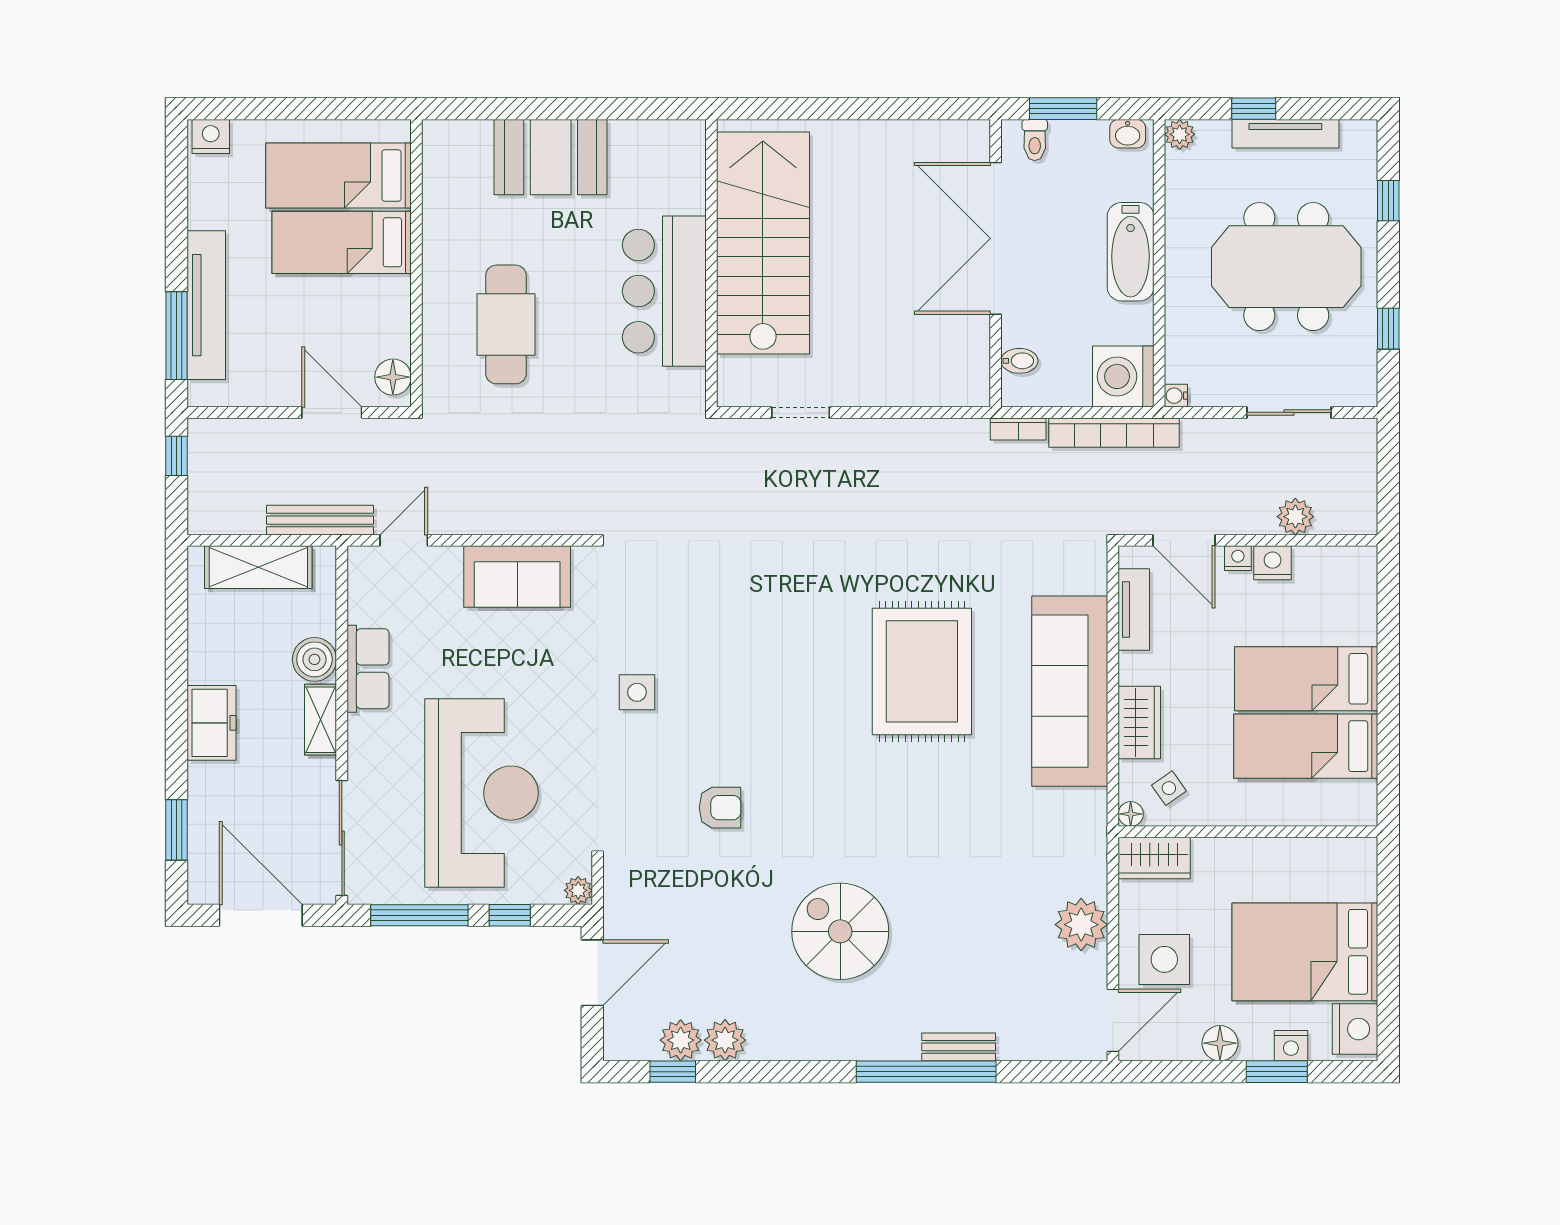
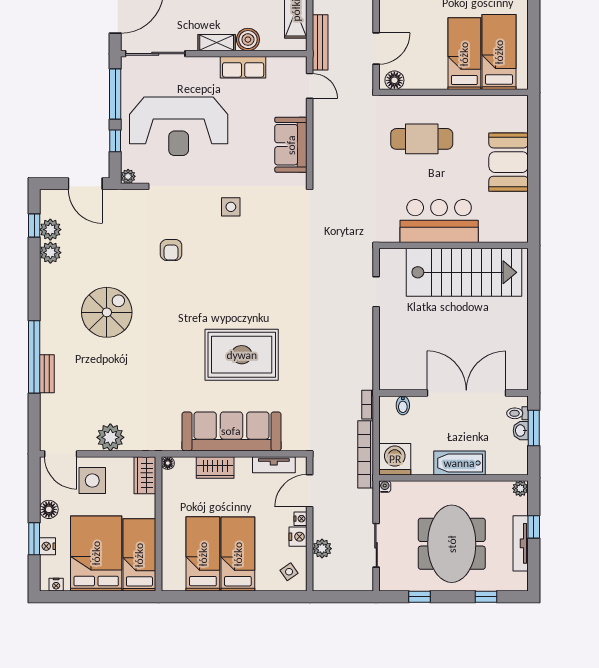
washbasin: (1128, 134) -> (521, 431), moved
side table: (1169, 788) -> (289, 572), moved
bed: (1308, 868) -> (139, 555), added
nightstand: (1355, 1029) -> (56, 585), width x0.53, depth x0.56

